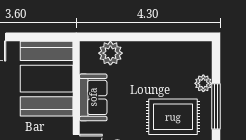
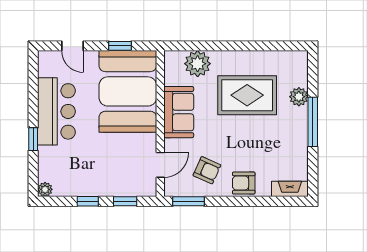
window: (40, 37) -> (120, 46), added
rug: (173, 117) -> (247, 95), moved

